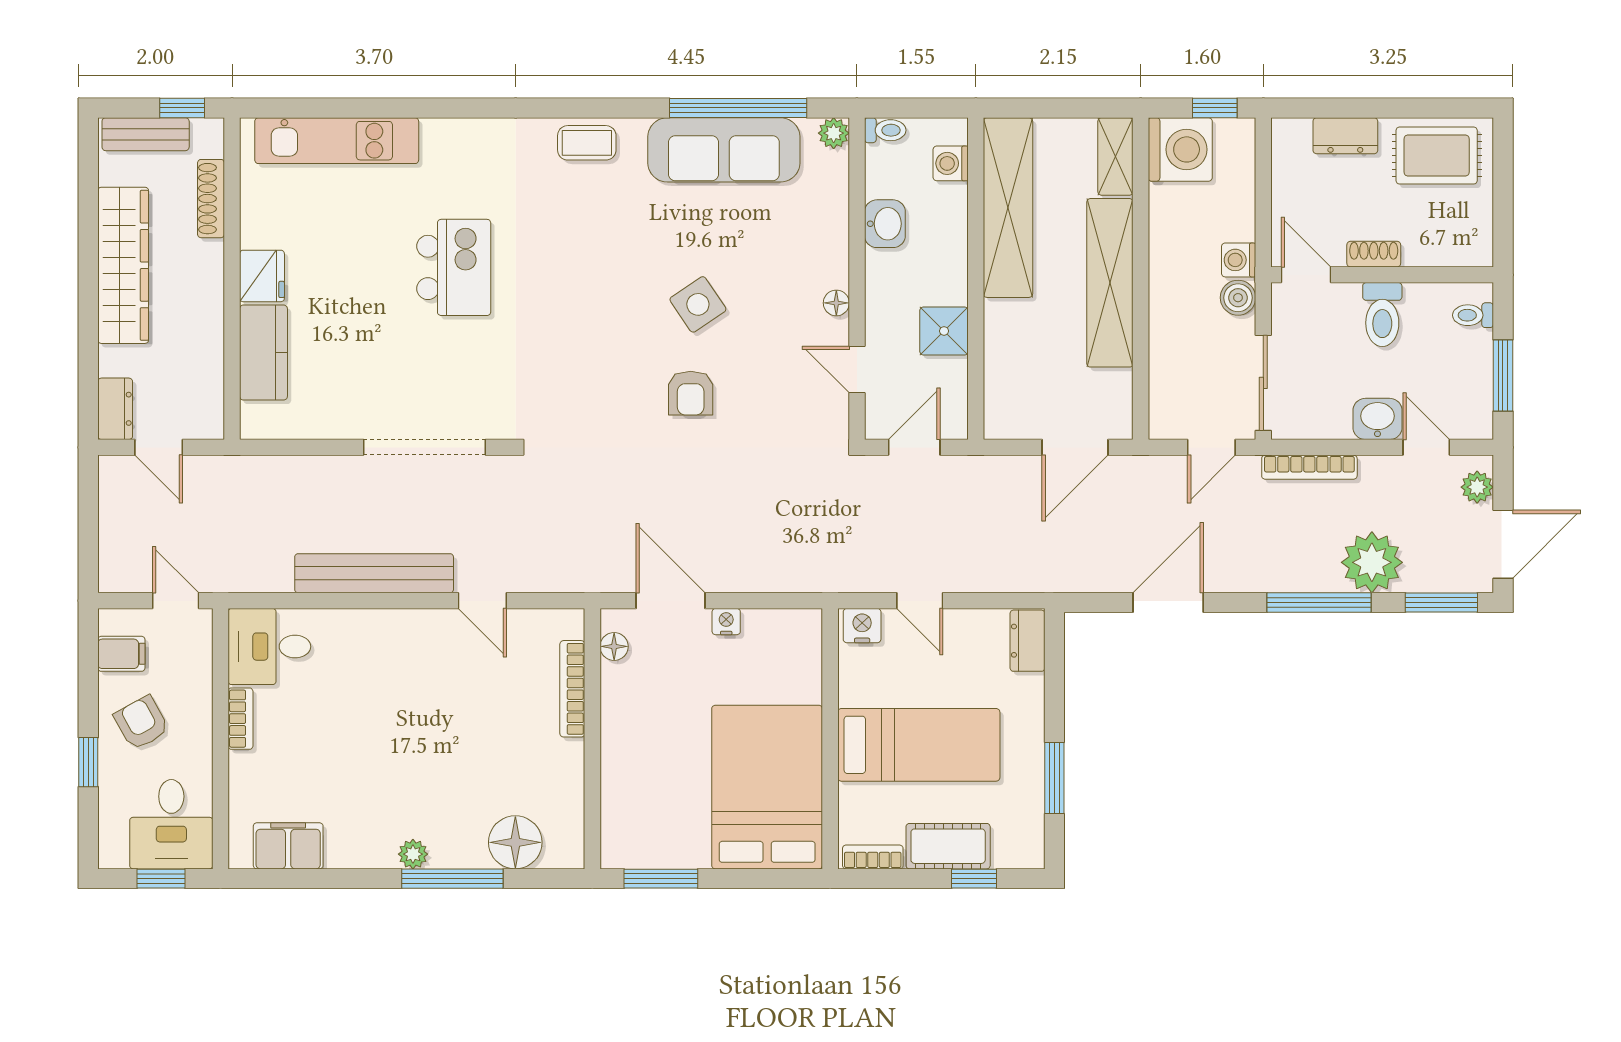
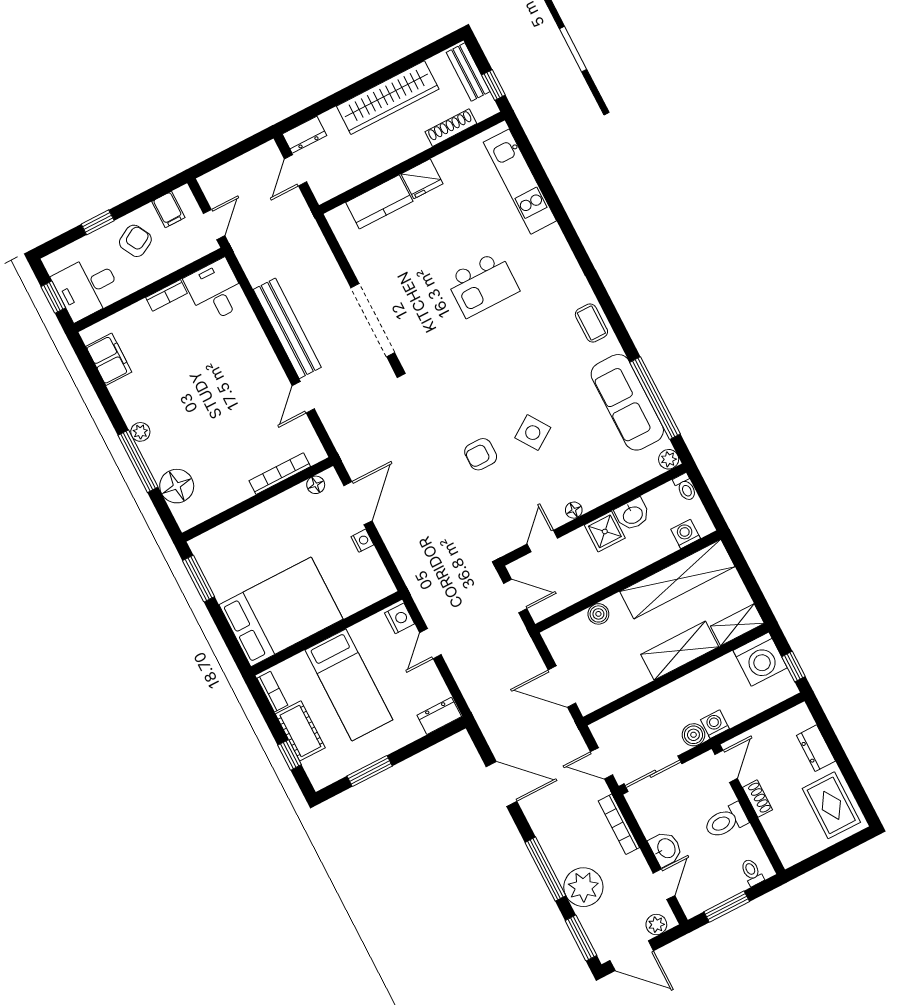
shelving: (1110, 283) -> (680, 651), width x0.68
shower: (944, 331) -> (605, 531), moved
boiler: (1000, 344) -> (598, 614), added

